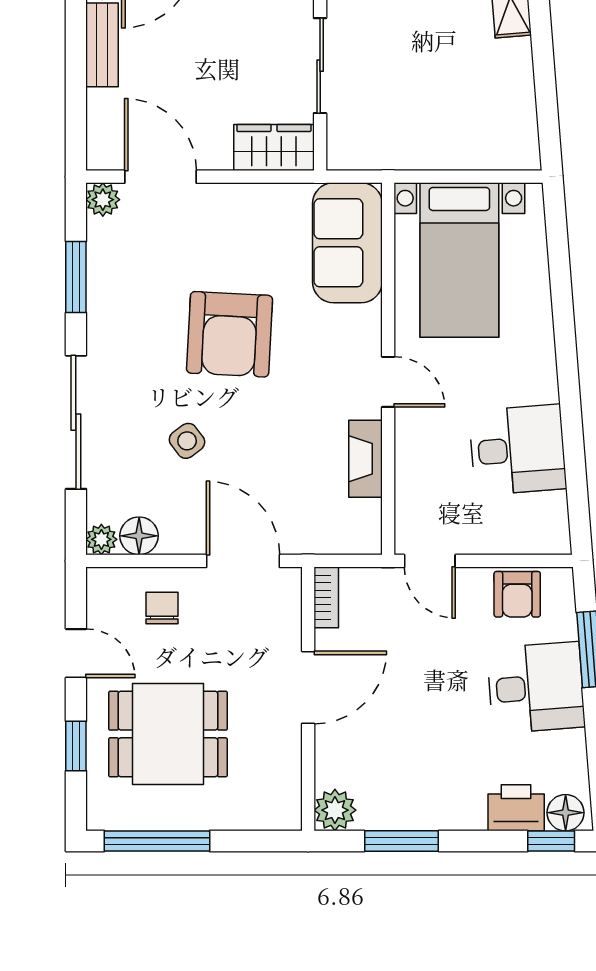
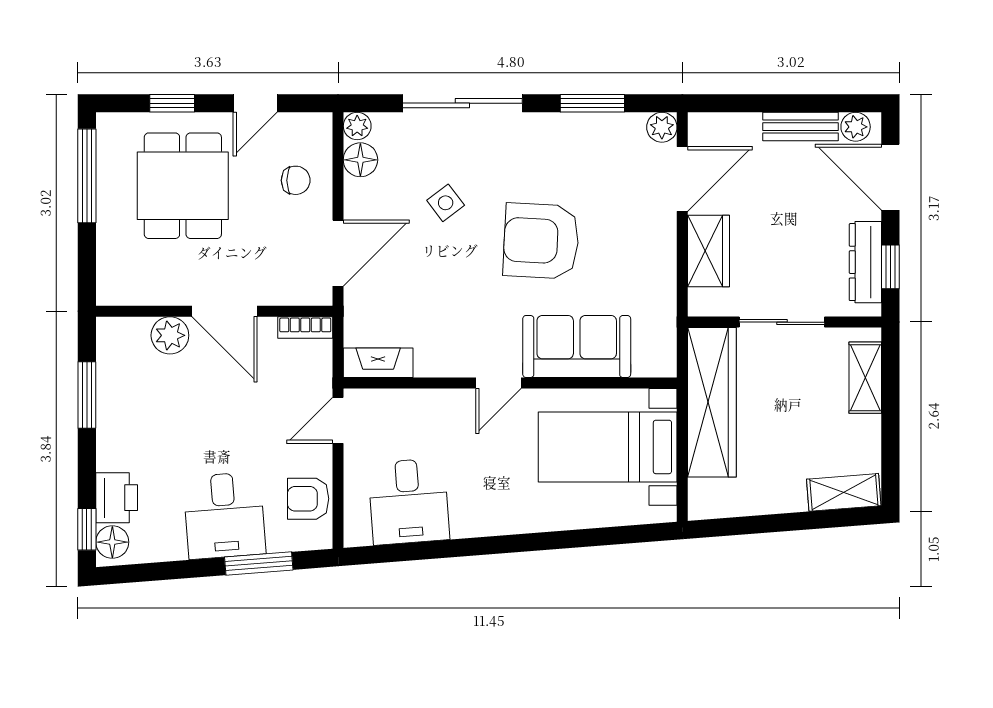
wardrobe: (410, 144) -> (712, 402), added
wardrobe: (274, 147) -> (709, 251), moved
sofa: (347, 243) -> (577, 347), moved
desk: (518, 450) -> (409, 501), moved
fireplace: (366, 459) -> (378, 363), moved
plant: (335, 810) -> (170, 335), moved

